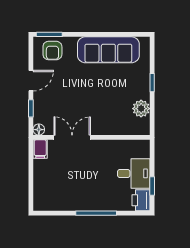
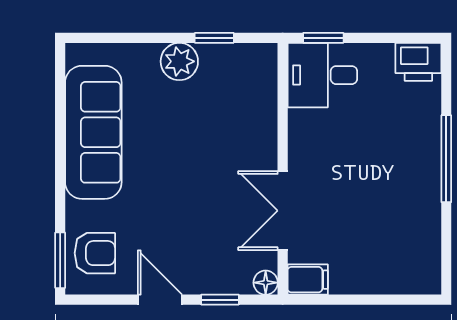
window: (152, 83) -> (214, 38), moved
plant: (141, 109) -> (179, 61), moved
desk: (134, 173) -> (322, 75), moved, turned -90
window: (152, 186) -> (323, 38), moved

